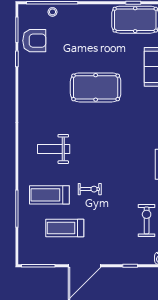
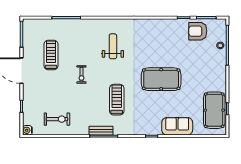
armchair: (34, 41) -> (198, 31), turned 90
pool table: (96, 87) -> (161, 79), turned 90
treadmill: (49, 195) -> (117, 100), moved

